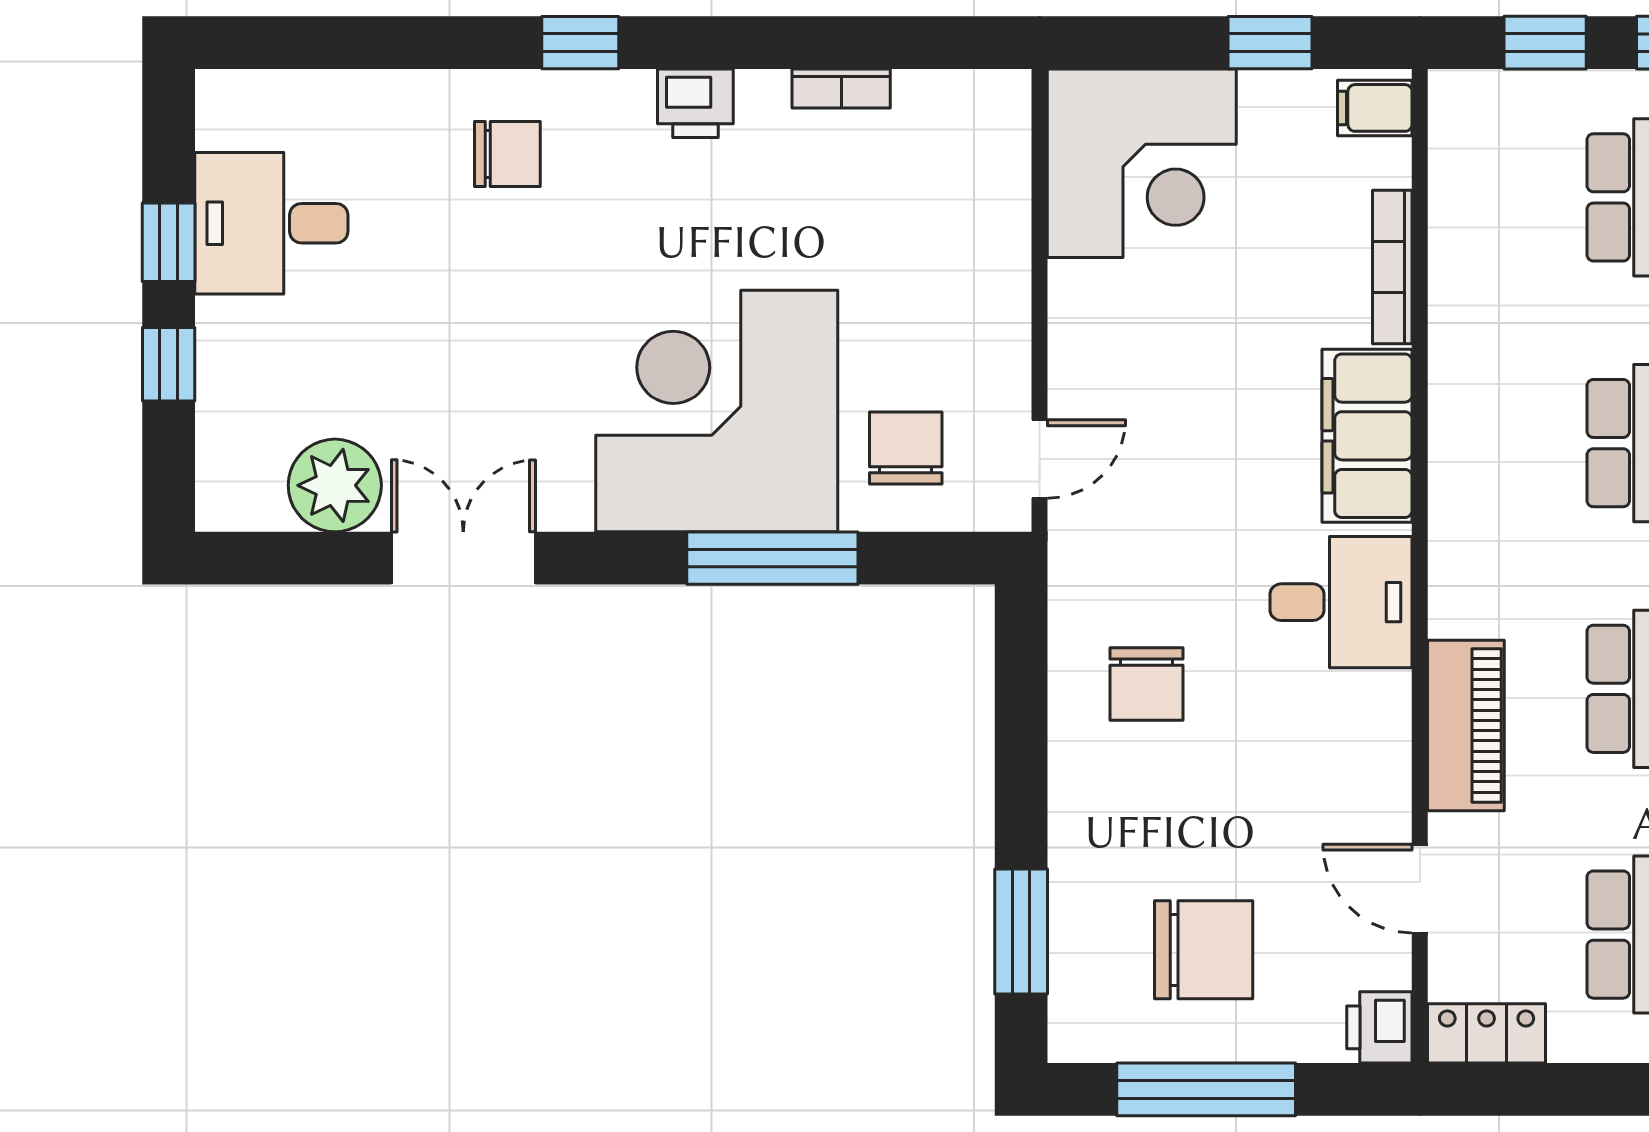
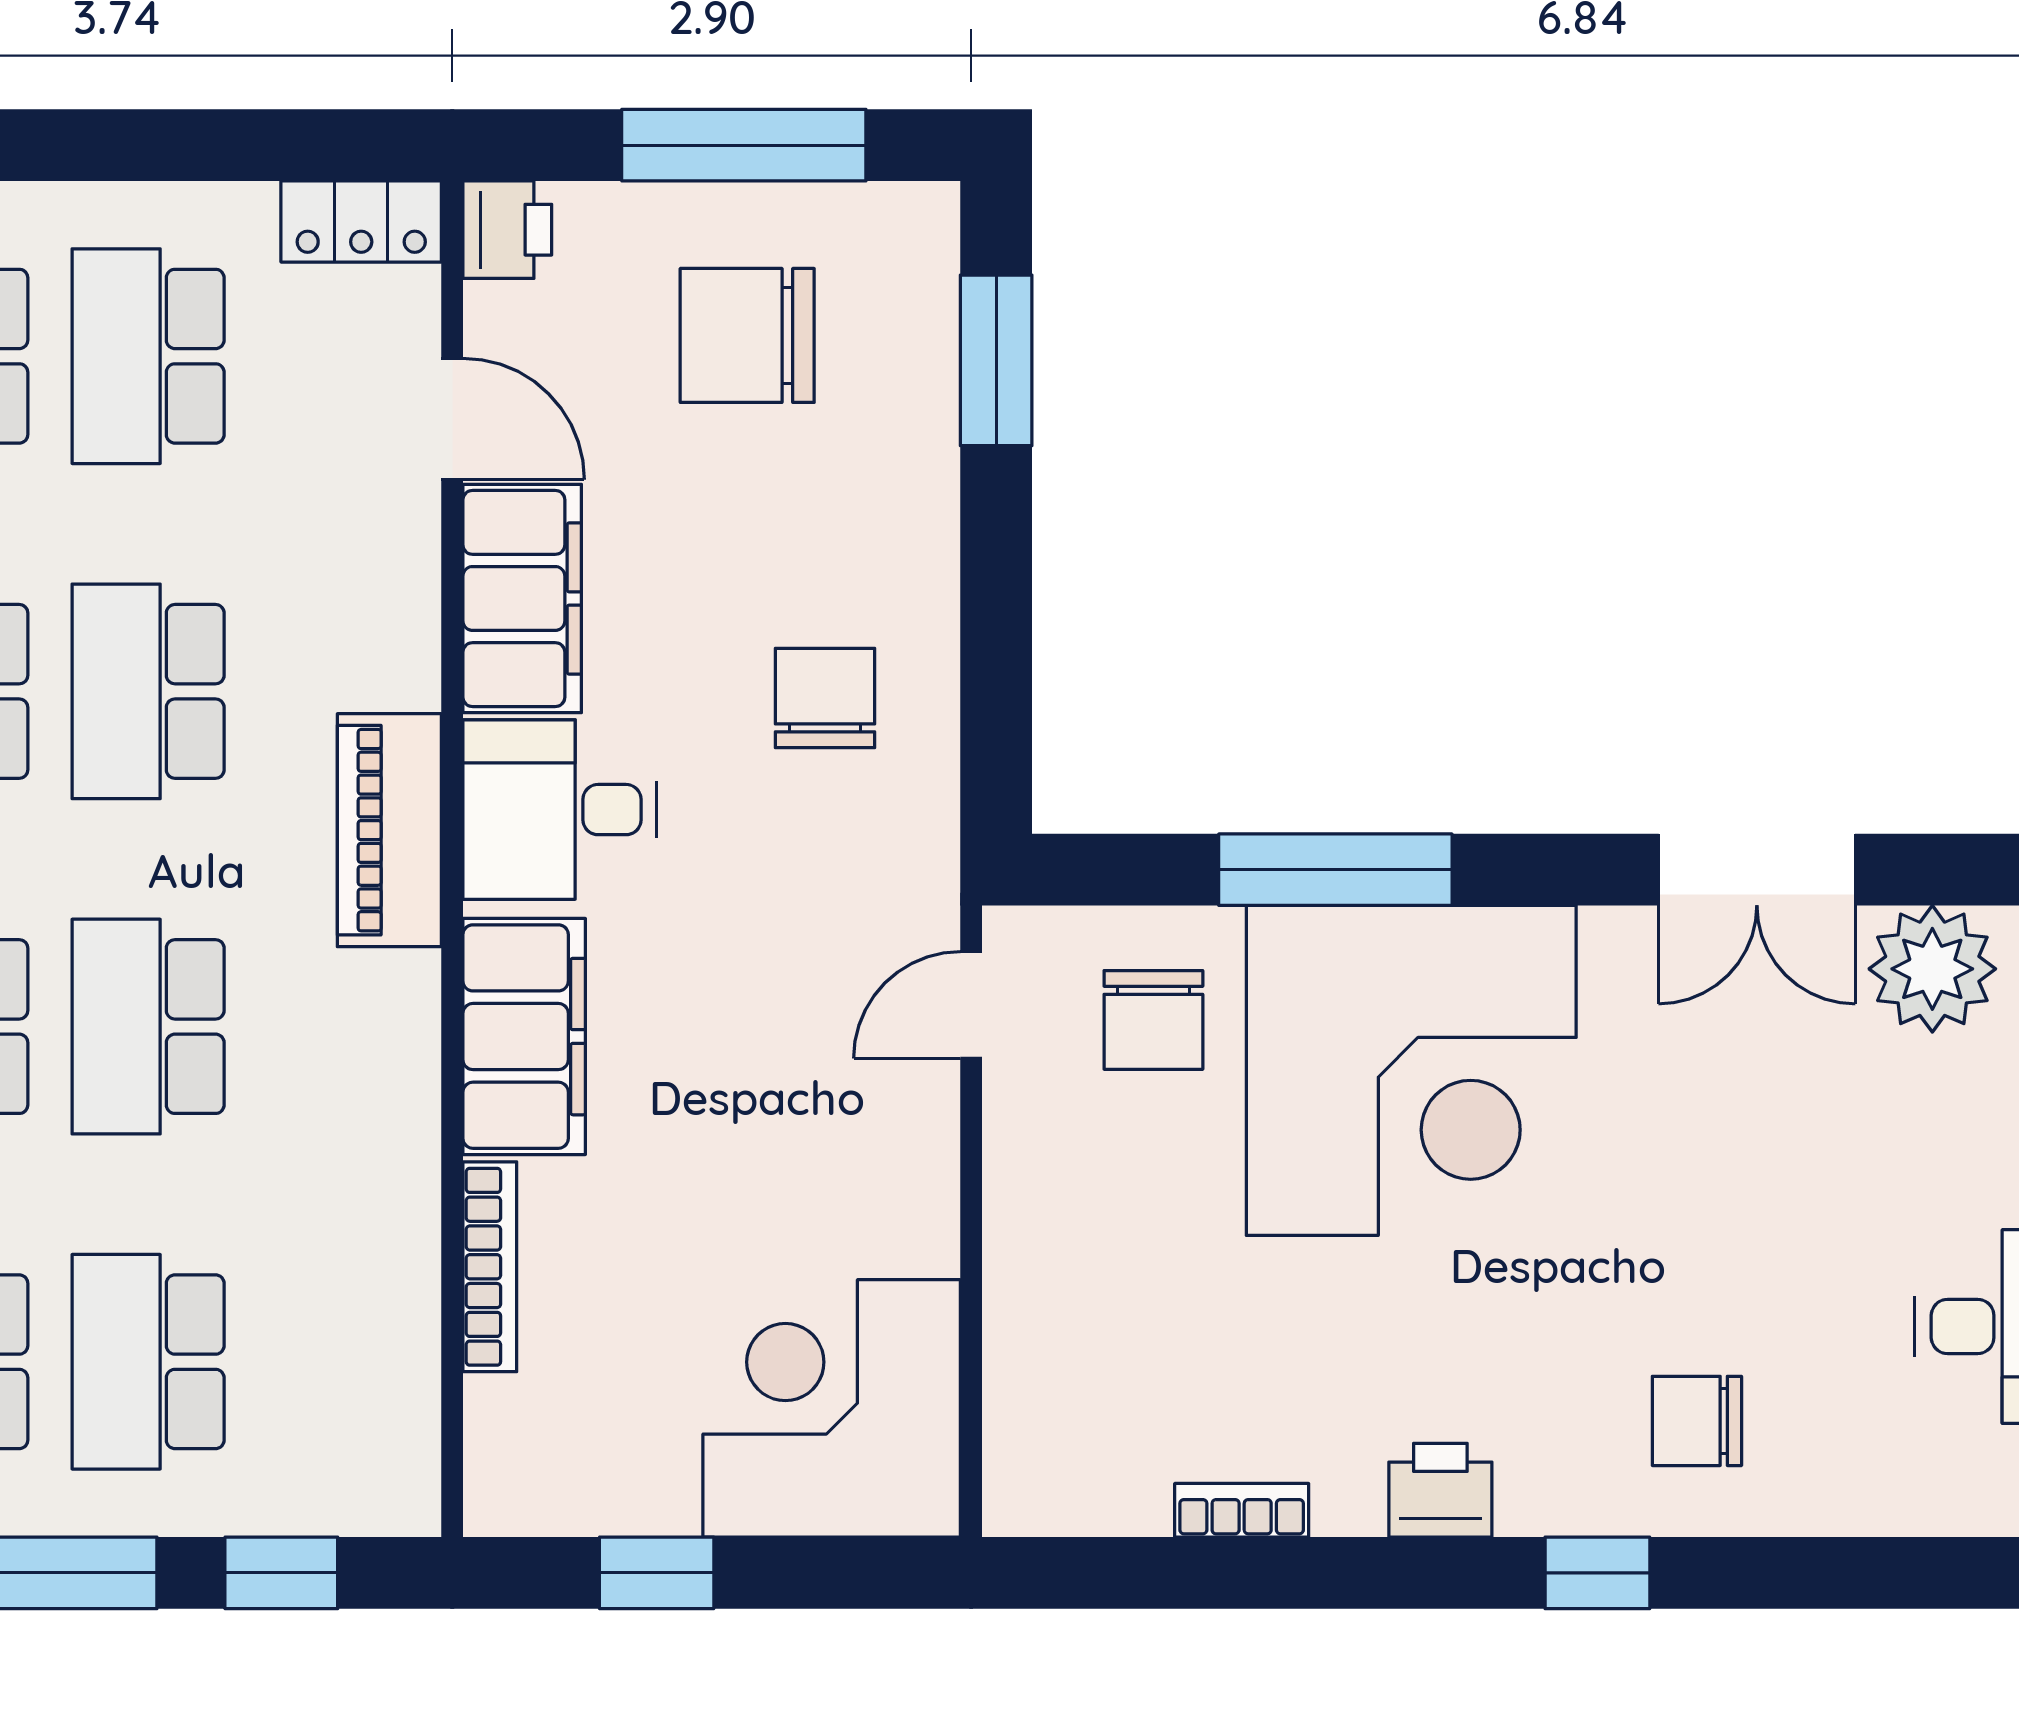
filing cabinet: (1375, 108) -> (522, 598), moved, width x3.00, depth x1.17
piano: (1466, 726) -> (389, 830), moved

